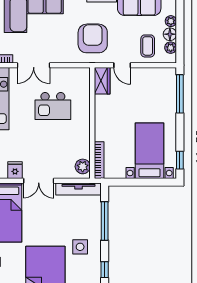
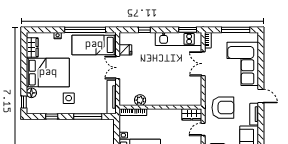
kitchen island: (53, 106) -> (173, 78), removed
plant: (83, 166) -> (140, 100), moved

